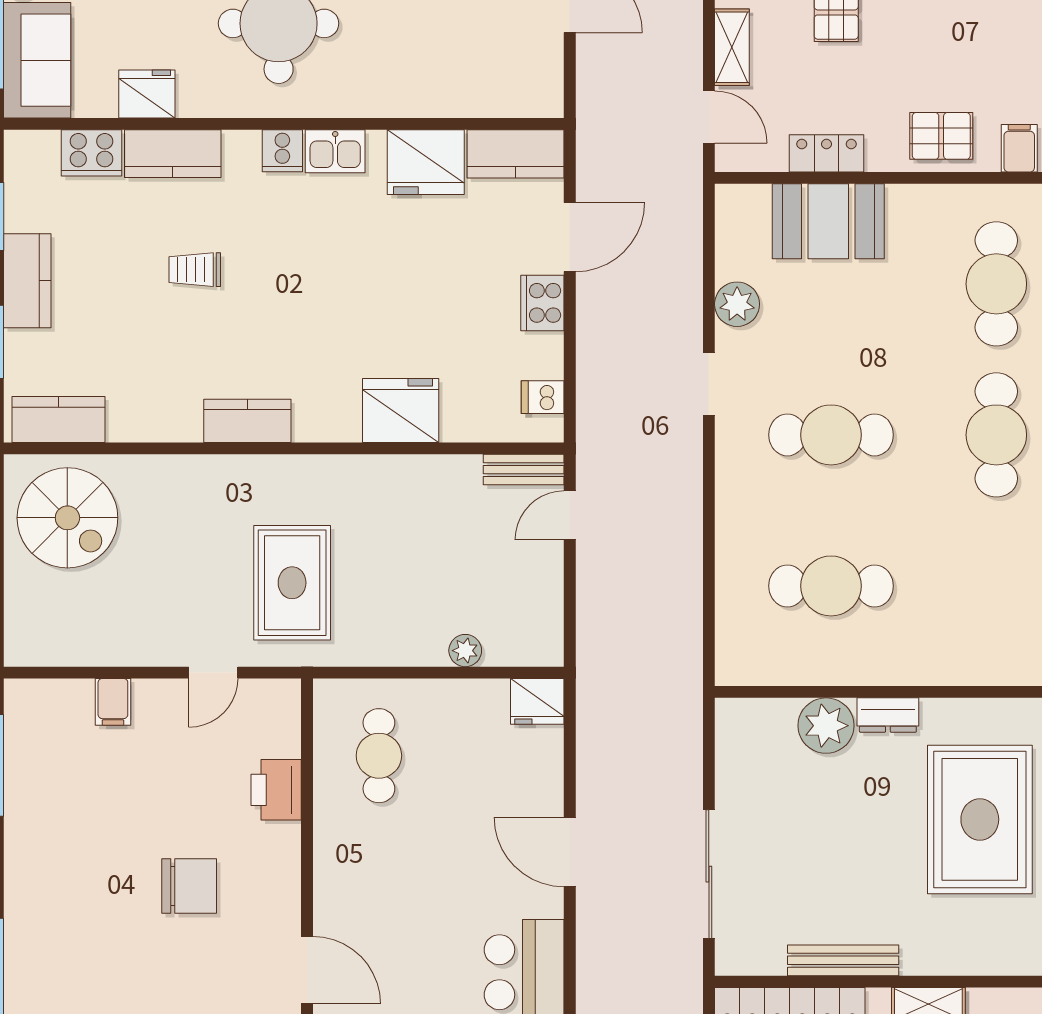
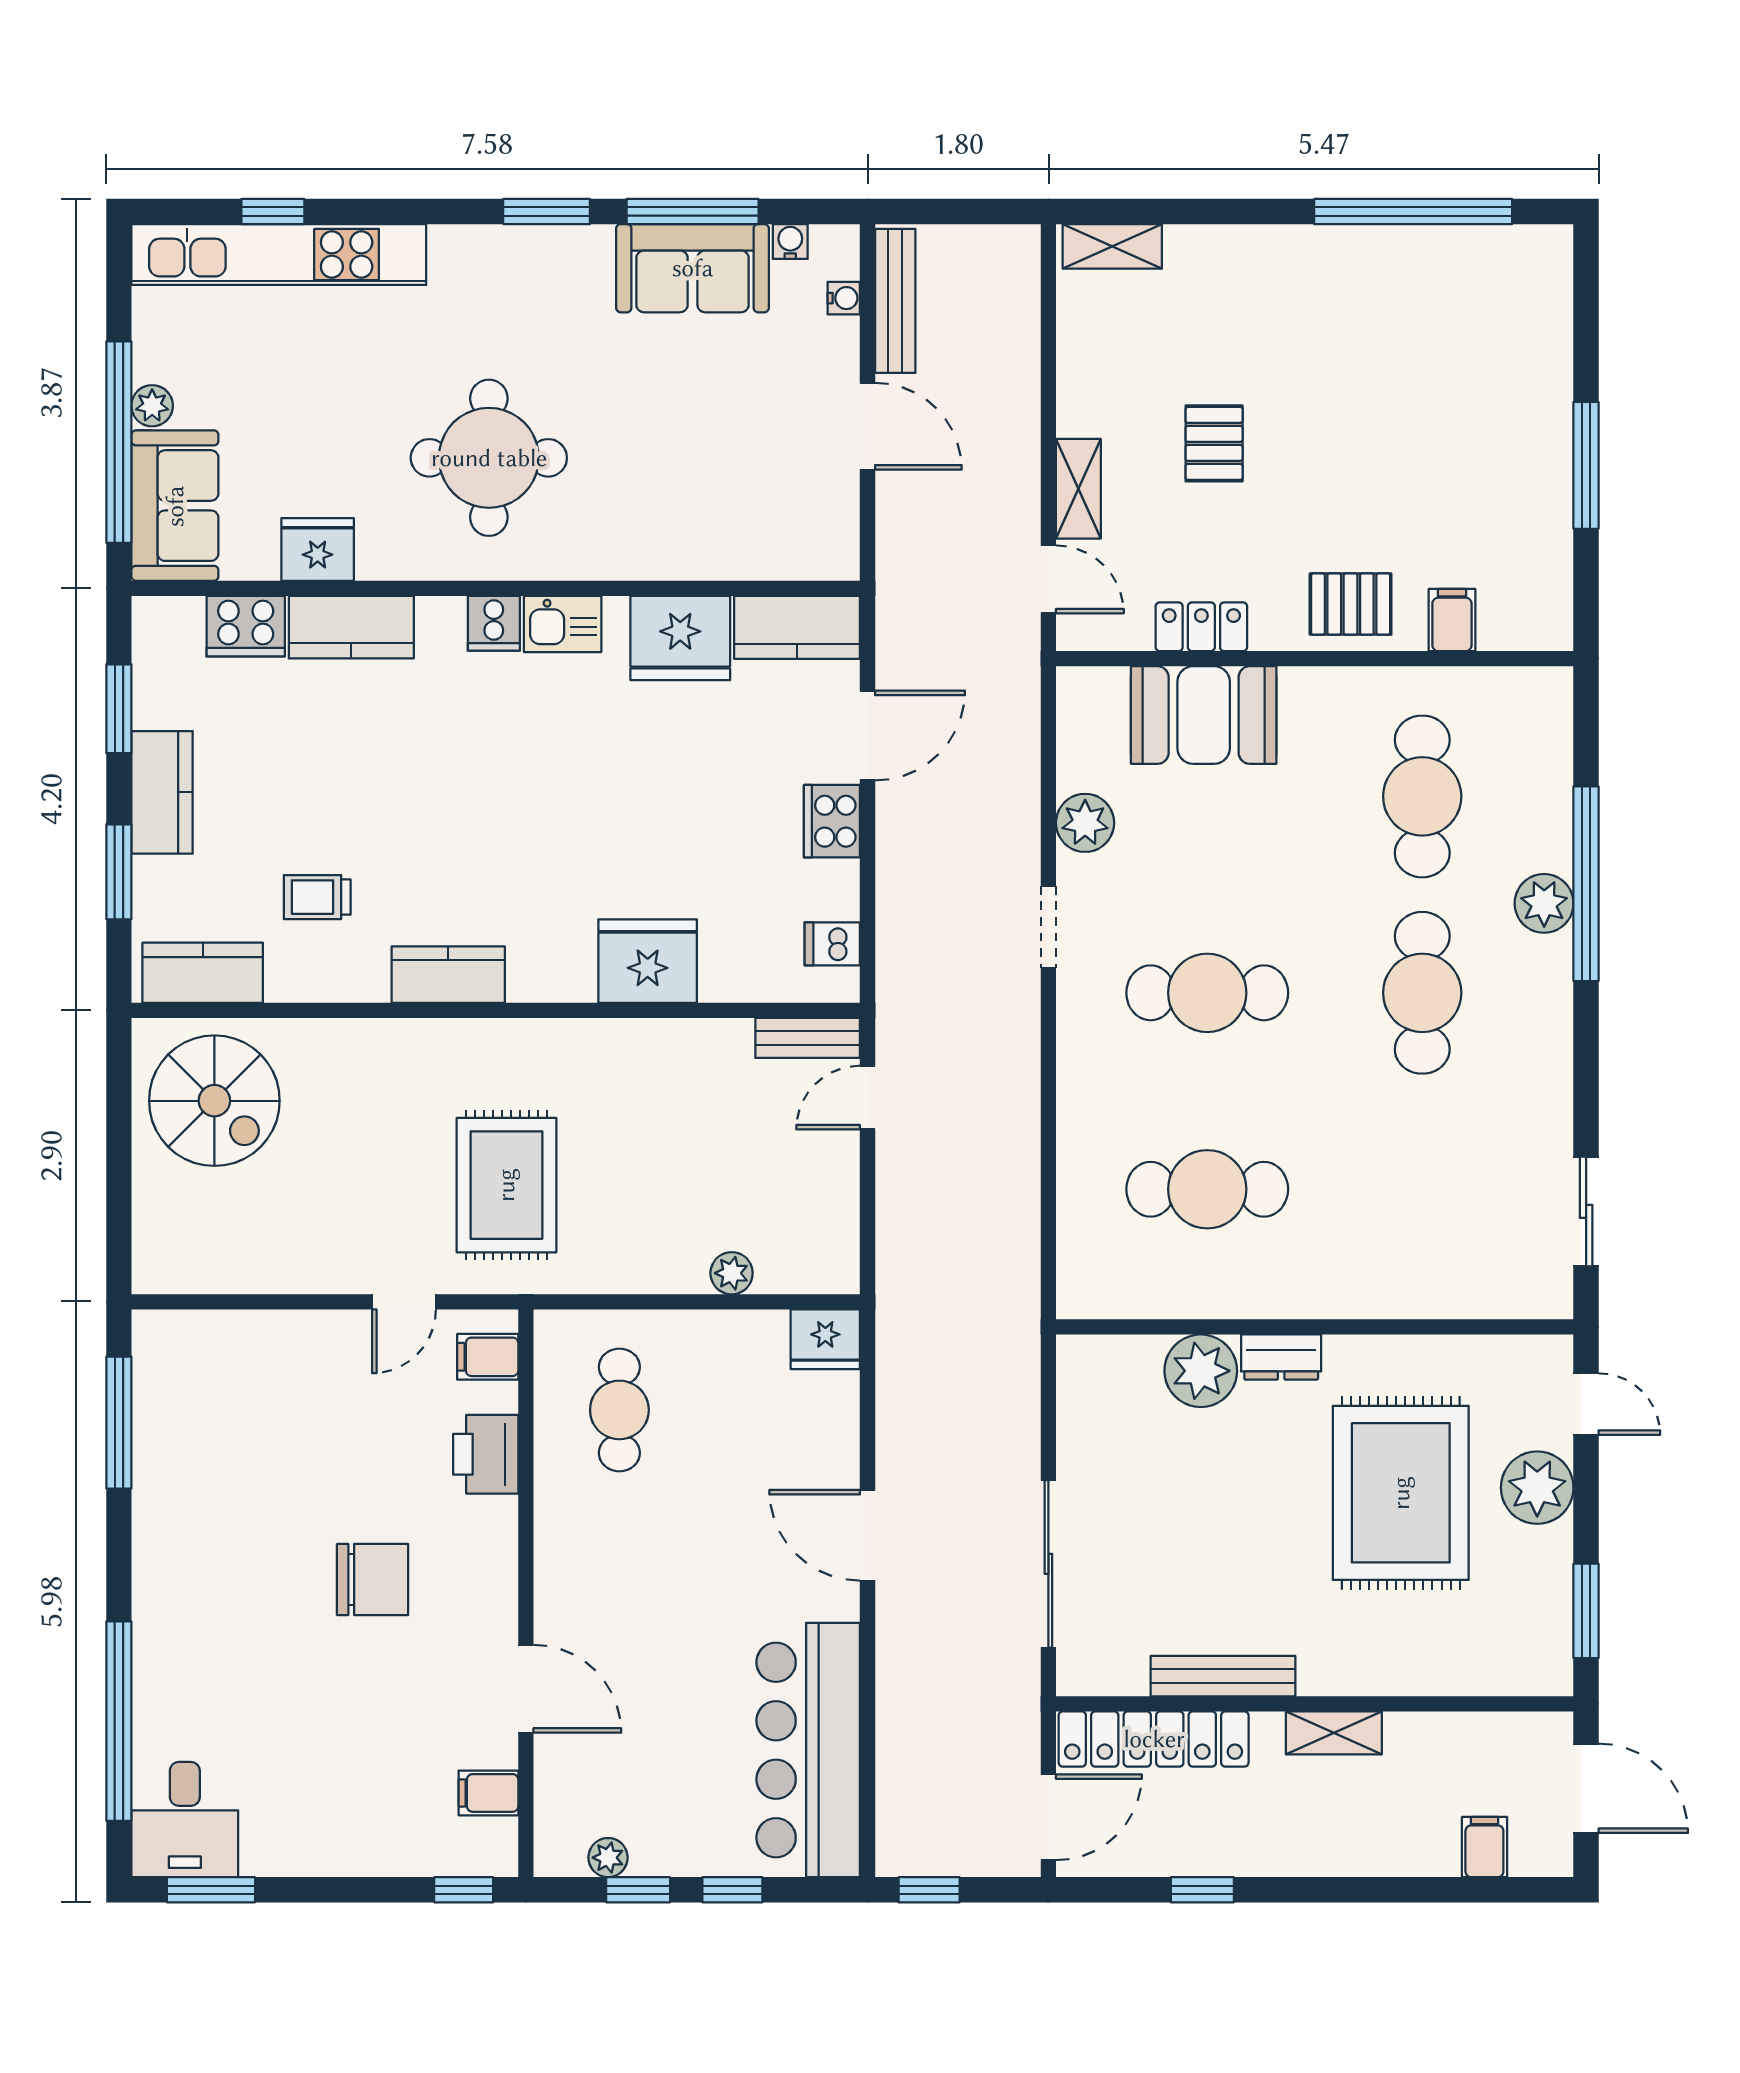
trolley: (195, 270) -> (317, 897), moved
filing cabinet: (113, 702) -> (488, 1357), moved, turned 90

